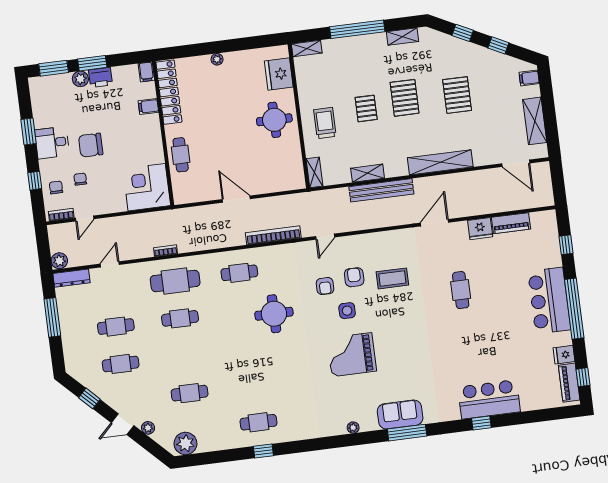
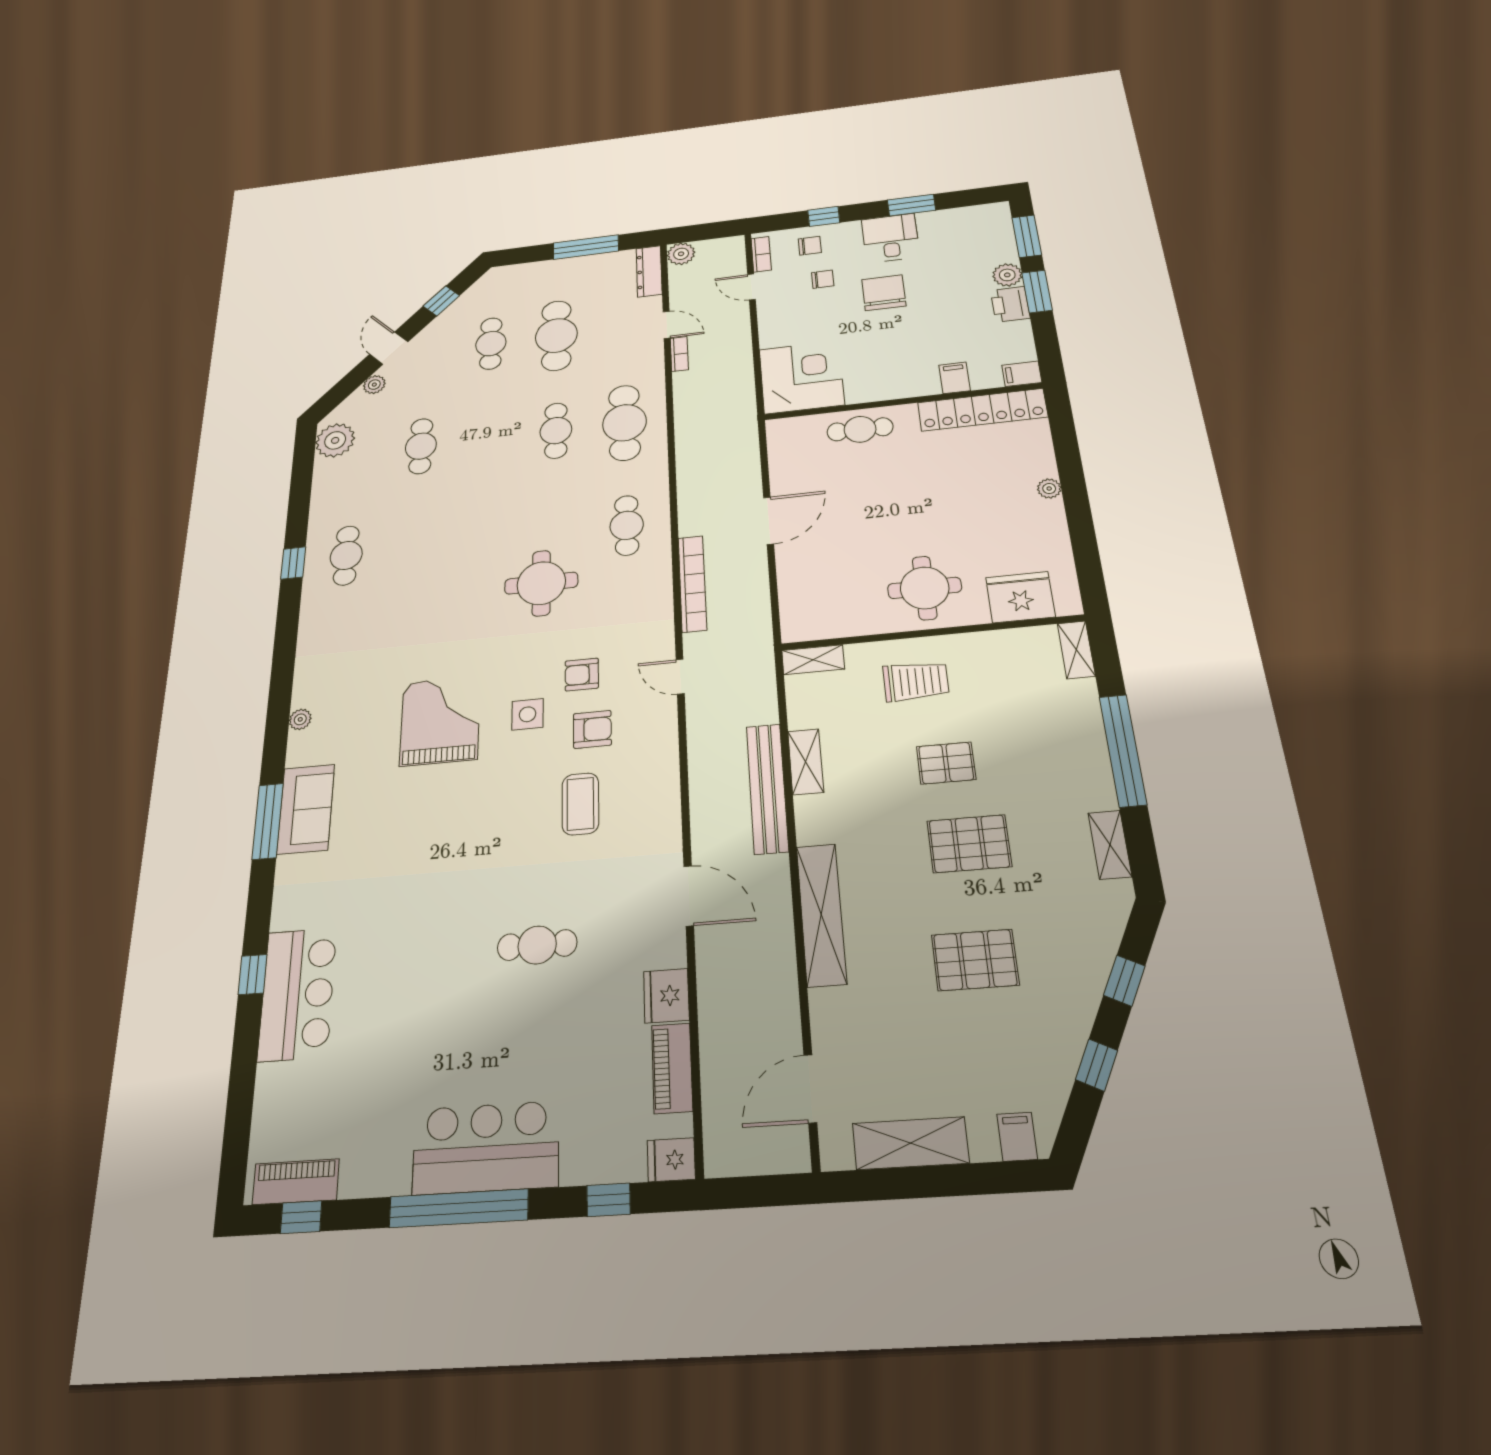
bookcase: (166, 251) -> (679, 354), moved
cafe table: (116, 327) -> (556, 335), width x1.37, depth x1.35
fridge: (564, 355) -> (671, 1160), moved, turned -90

